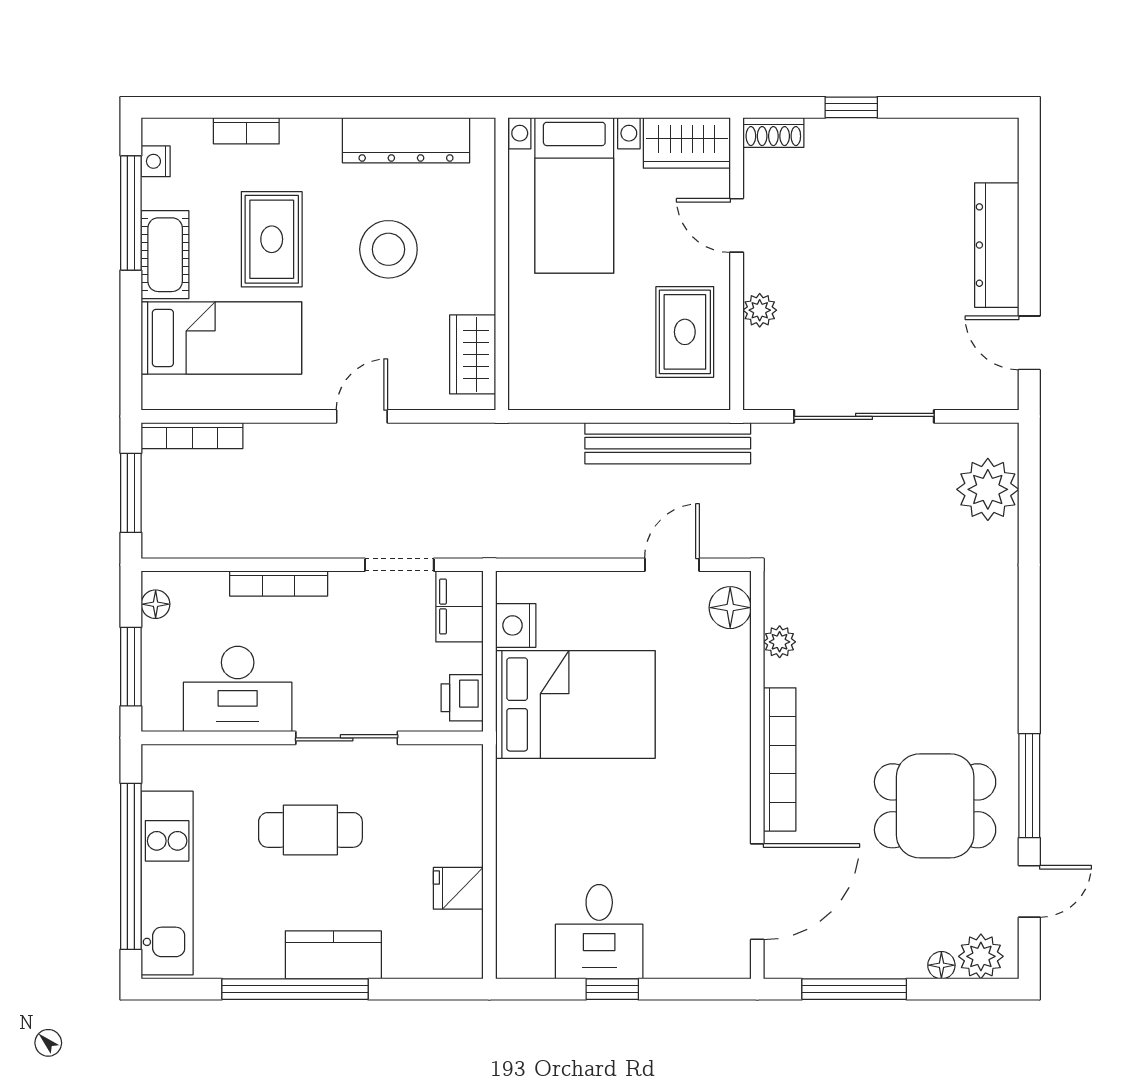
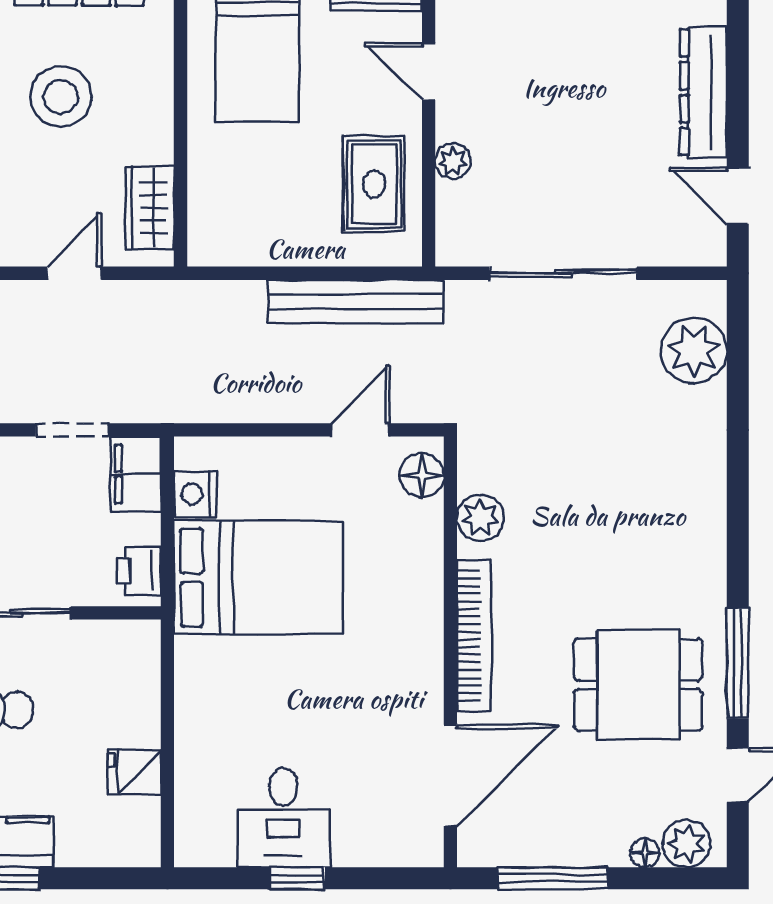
door: (362, 416) -> (74, 273), moved
plant: (780, 642) -> (480, 518), width x1.38, depth x1.38

